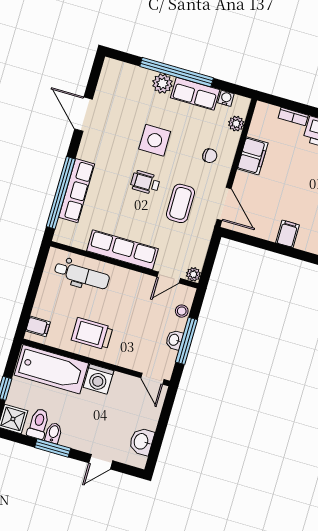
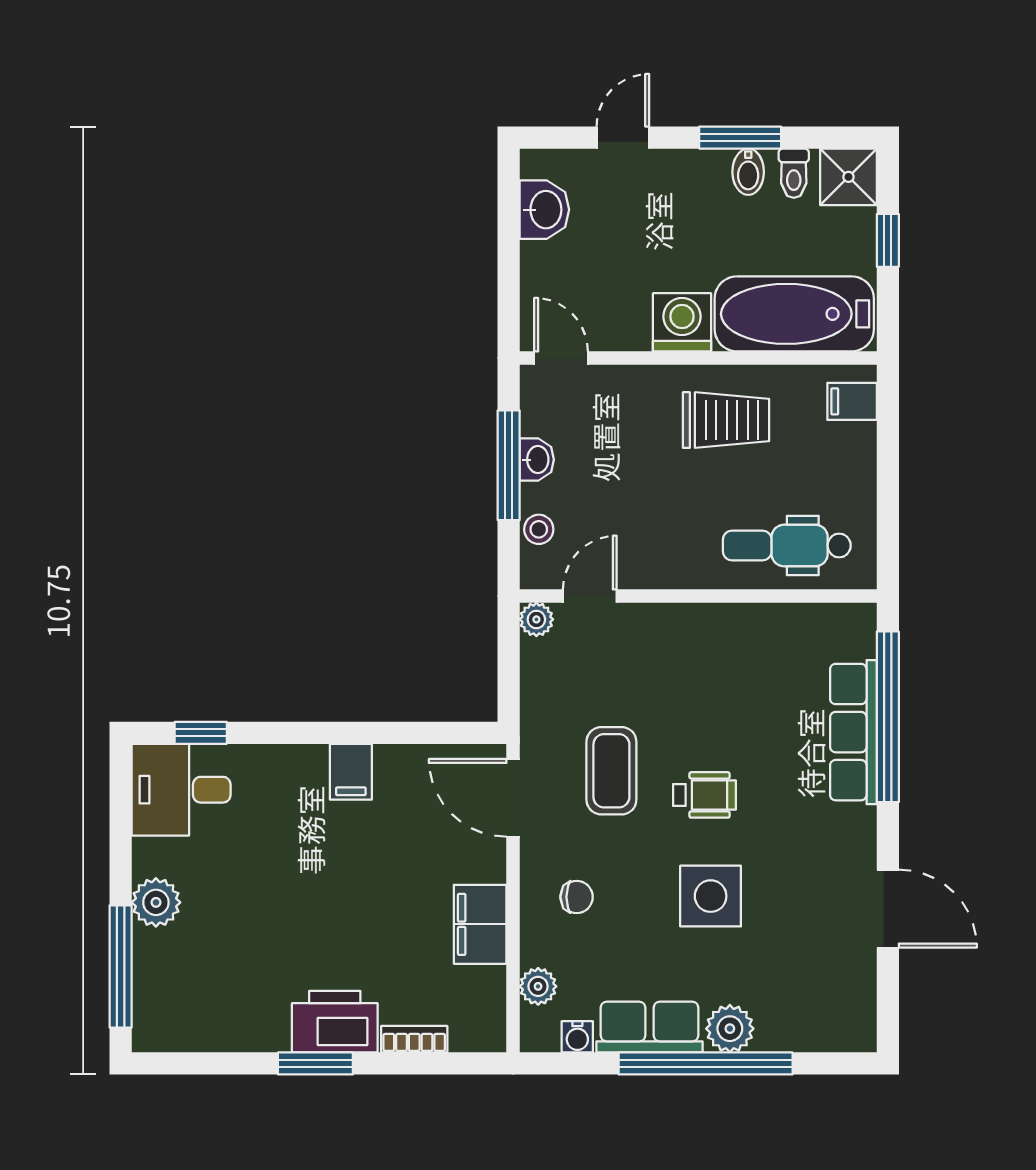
chair: (210, 156) -> (577, 897), turned 180
row of seats: (123, 250) -> (712, 629), removed
toilet: (38, 424) -> (794, 173), width x0.73, depth x0.72

